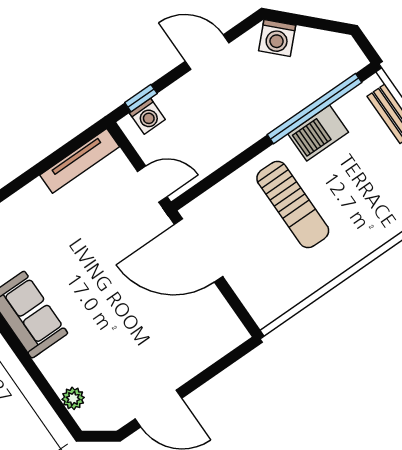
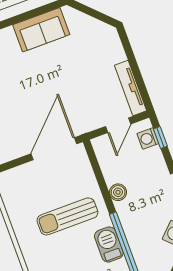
boiler: (238, 139) -> (118, 192), added
door: (152, 184) -> (118, 125), moved

